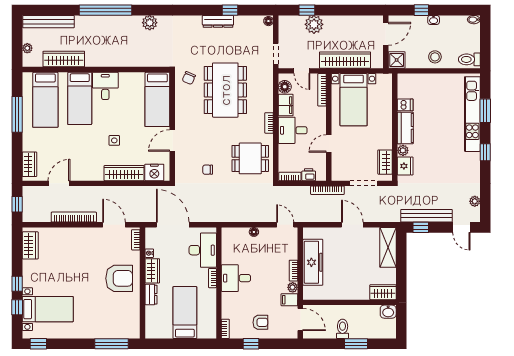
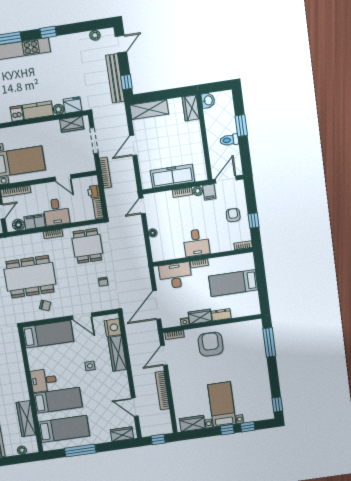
chair: (189, 78) -> (45, 305), moved
bed with nightstands: (48, 309) -> (222, 404), moved

